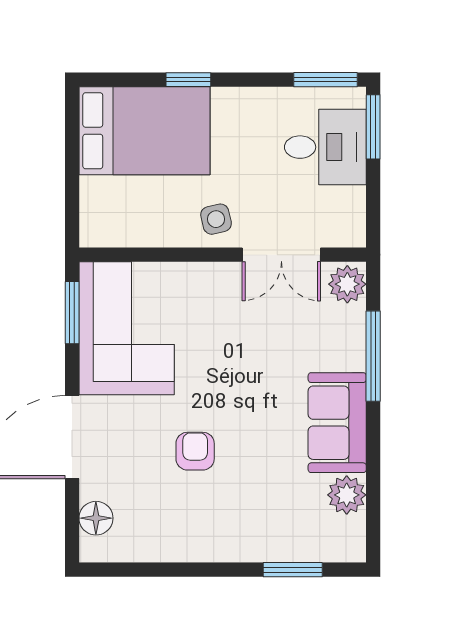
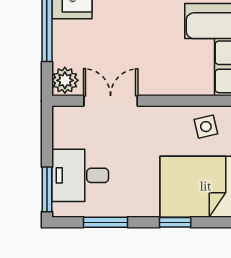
window: (325, 80) -> (105, 222), moved
side table: (216, 219) -> (206, 127), moved

